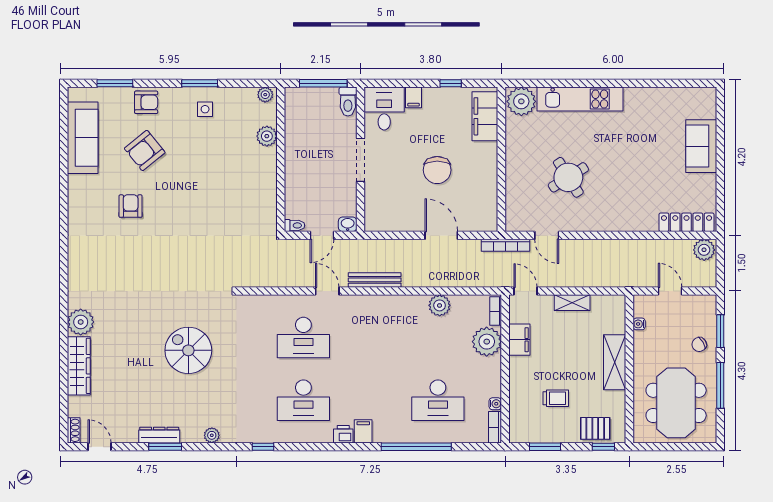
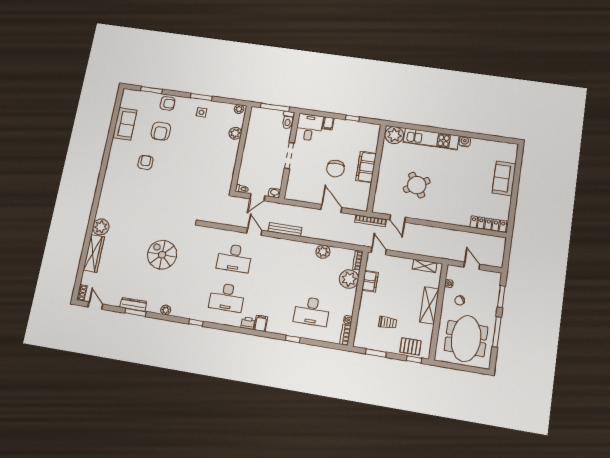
water cooler: (633, 95) -> (465, 141), added
filing cabinet: (485, 116) -> (366, 167), moved
sofa: (83, 138) -> (125, 124), width x0.73
armchair: (145, 150) -> (161, 131), turned -51
plant: (704, 250) -> (497, 243), removed
shelving: (572, 303) -> (425, 266), moved
chair: (699, 344) -> (460, 300), moved
window: (416, 447) -> (293, 339), width x0.32

